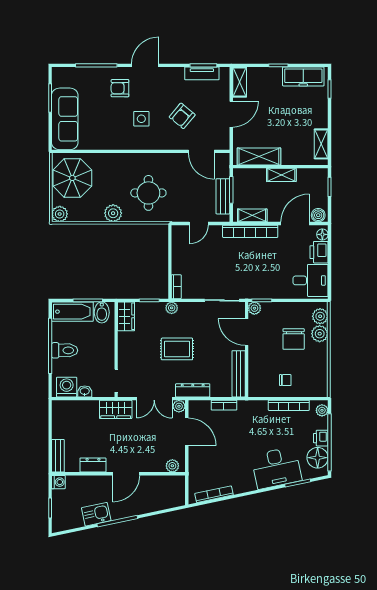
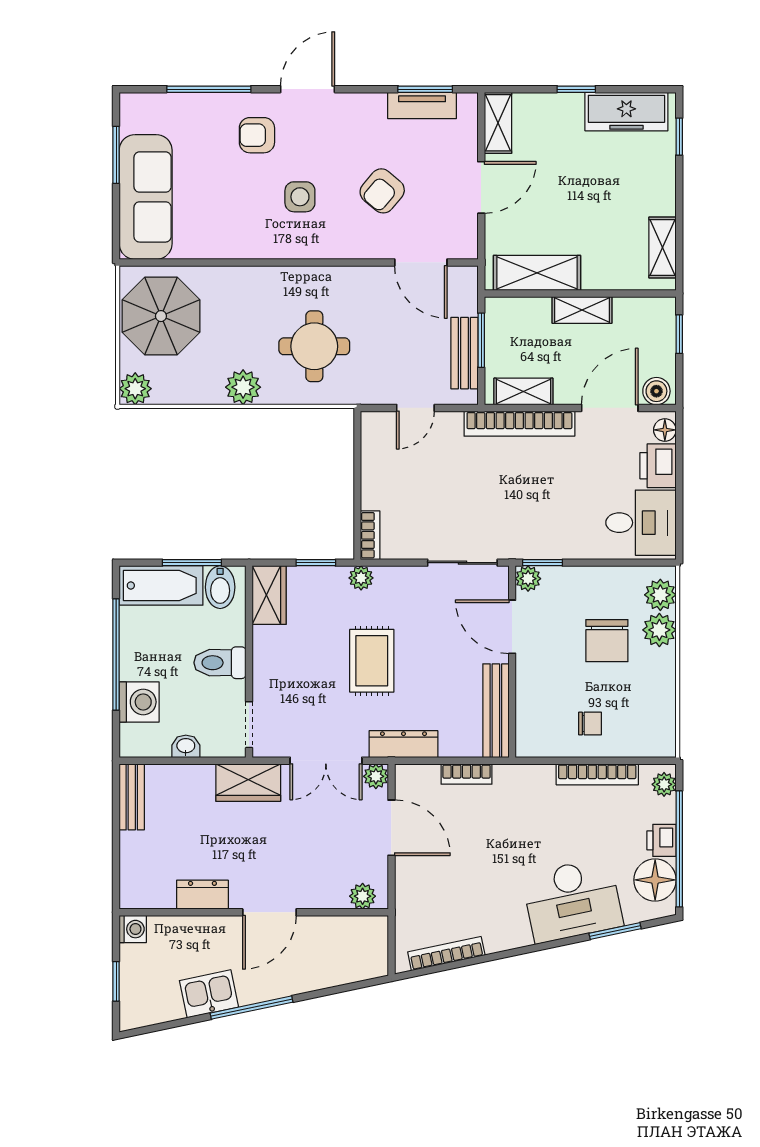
rug: (177, 349) -> (372, 661), turned 90
toilet: (65, 350) -> (220, 663), moved, turned 180
washing machine: (67, 387) -> (139, 702), moved, turned 90
bench: (58, 456) -> (132, 797), moved

